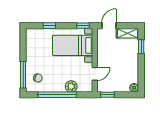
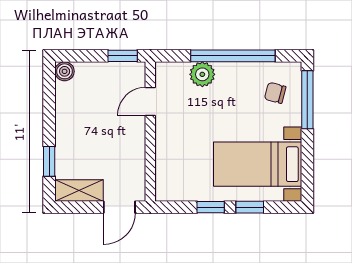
window: (83, 26) -> (211, 207), moved
bed with nightstands: (73, 45) -> (258, 164), moved, turned 180

